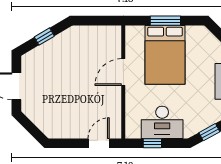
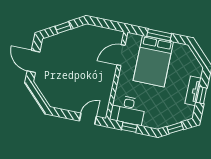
door: (123, 72) -> (121, 55), moved
desk: (162, 122) -> (128, 110), moved

